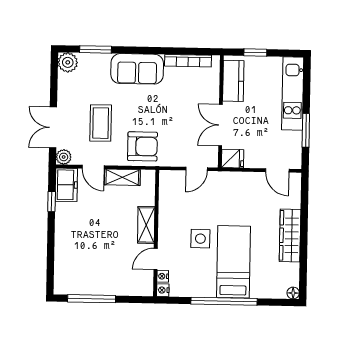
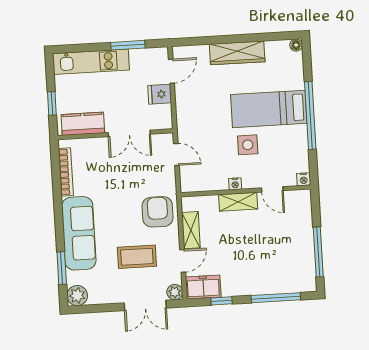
sofa: (137, 69) -> (79, 233), width x1.36
fridge: (233, 159) -> (160, 94), moved, turned -90
window: (51, 254) -> (276, 298), added
nightstand: (163, 276) -> (235, 184), moved

